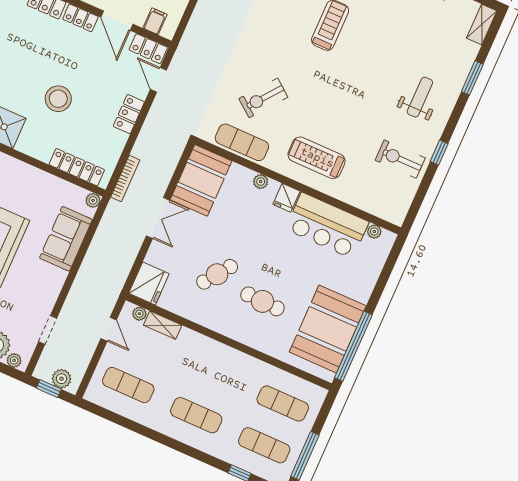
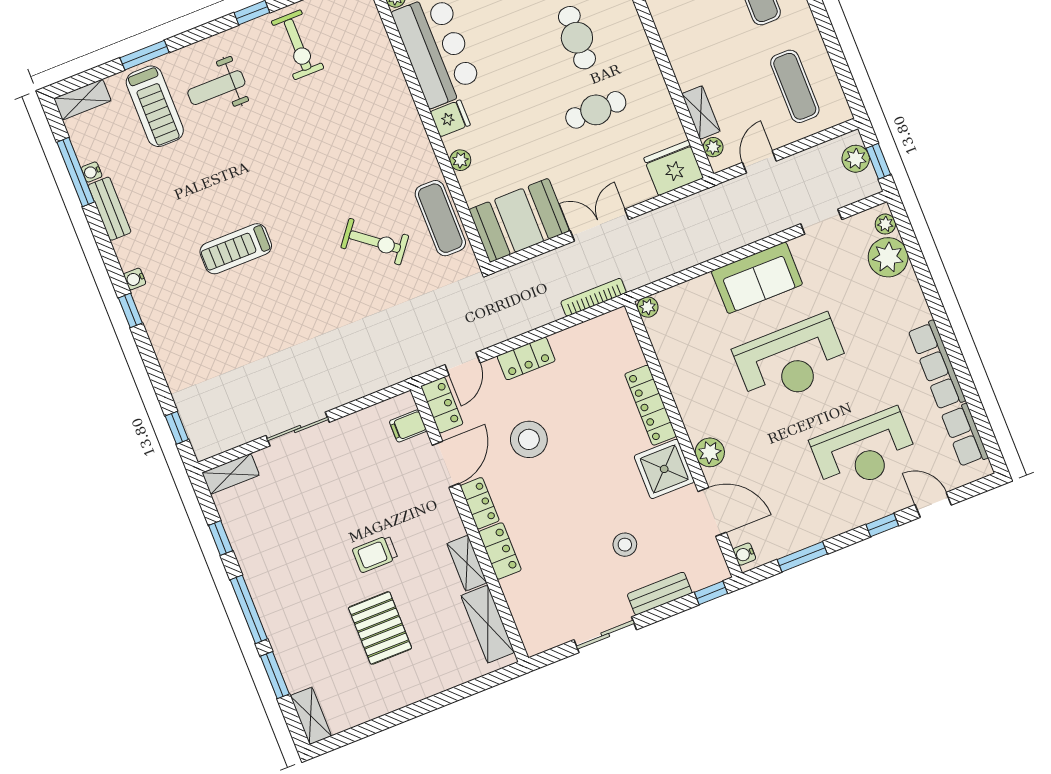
stool: (58, 99) -> (529, 439), moved
treadmill: (317, 158) -> (155, 106), moved
locker: (77, 167) -> (650, 405), moved
sofa: (66, 239) -> (757, 278), moved
cafe table: (217, 274) -> (596, 110), turned -36

